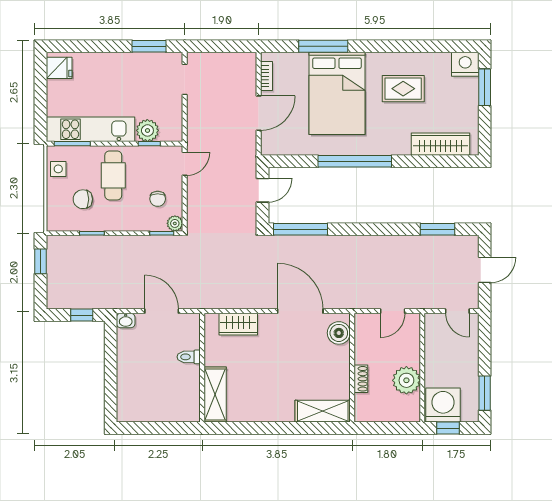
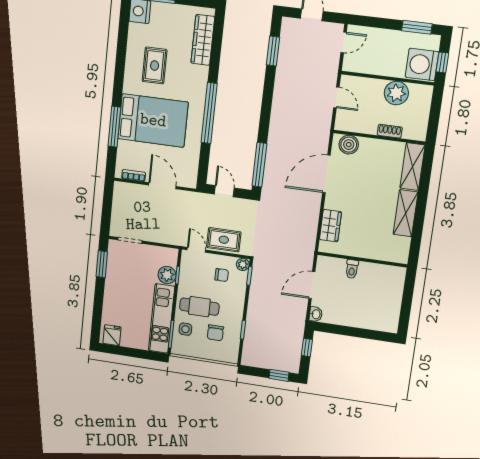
side table: (58, 169) -> (185, 329), moved
rug: (202, 196) -> (224, 240), added
window: (41, 261) -> (279, 375), moved
shelving: (215, 395) -> (406, 213), moved, turned 90

